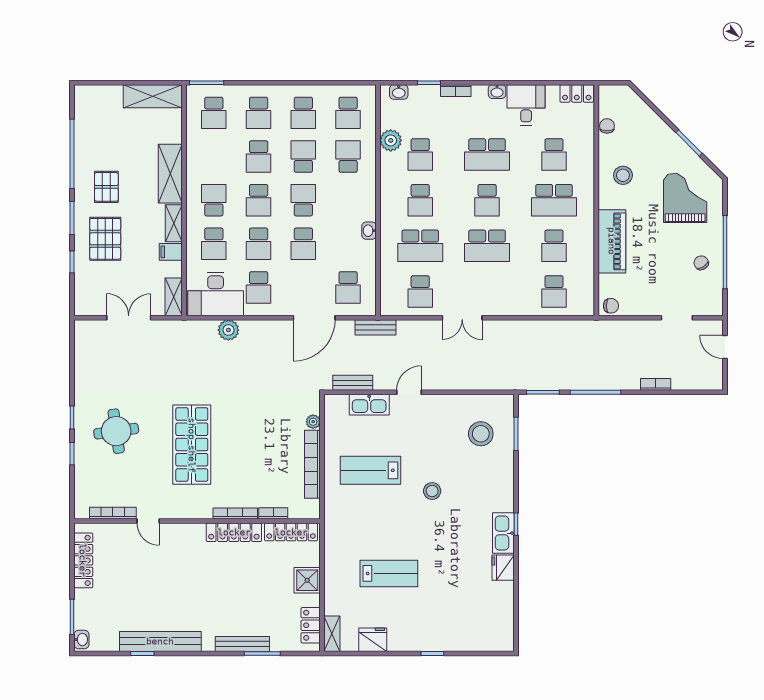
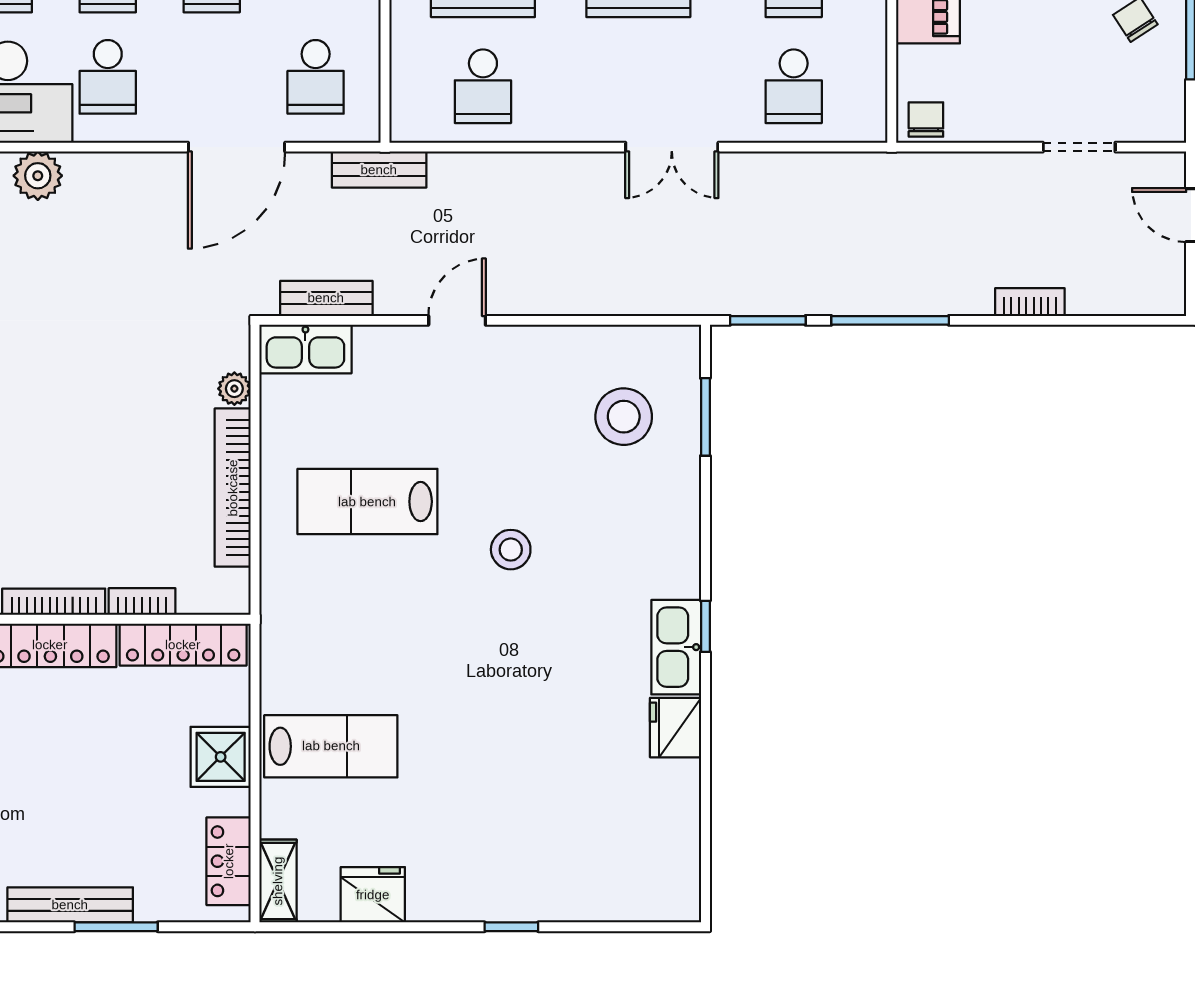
chair: (611, 306) -> (926, 120), turned -90
double door: (462, 318) -> (672, 147), moved
kitchen sink: (369, 405) -> (305, 349), moved
lab bench: (389, 573) -> (331, 746), moved

